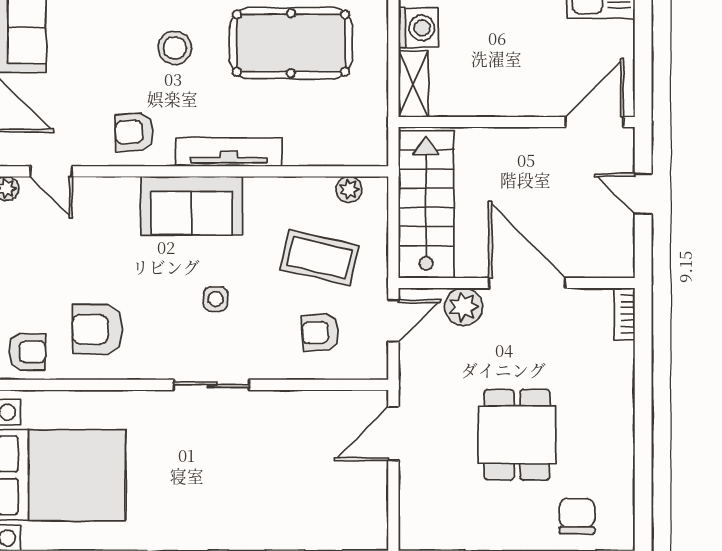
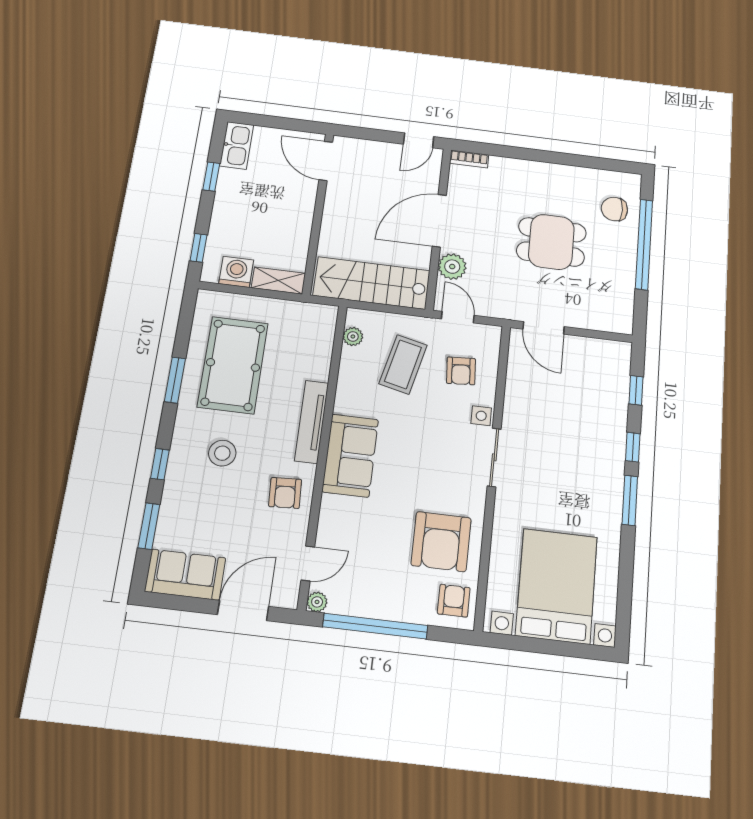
door: (643, 194) -> (419, 140), moved
side table: (216, 299) -> (481, 416), moved
armchair: (97, 329) -> (441, 542), width x1.36, depth x1.36

